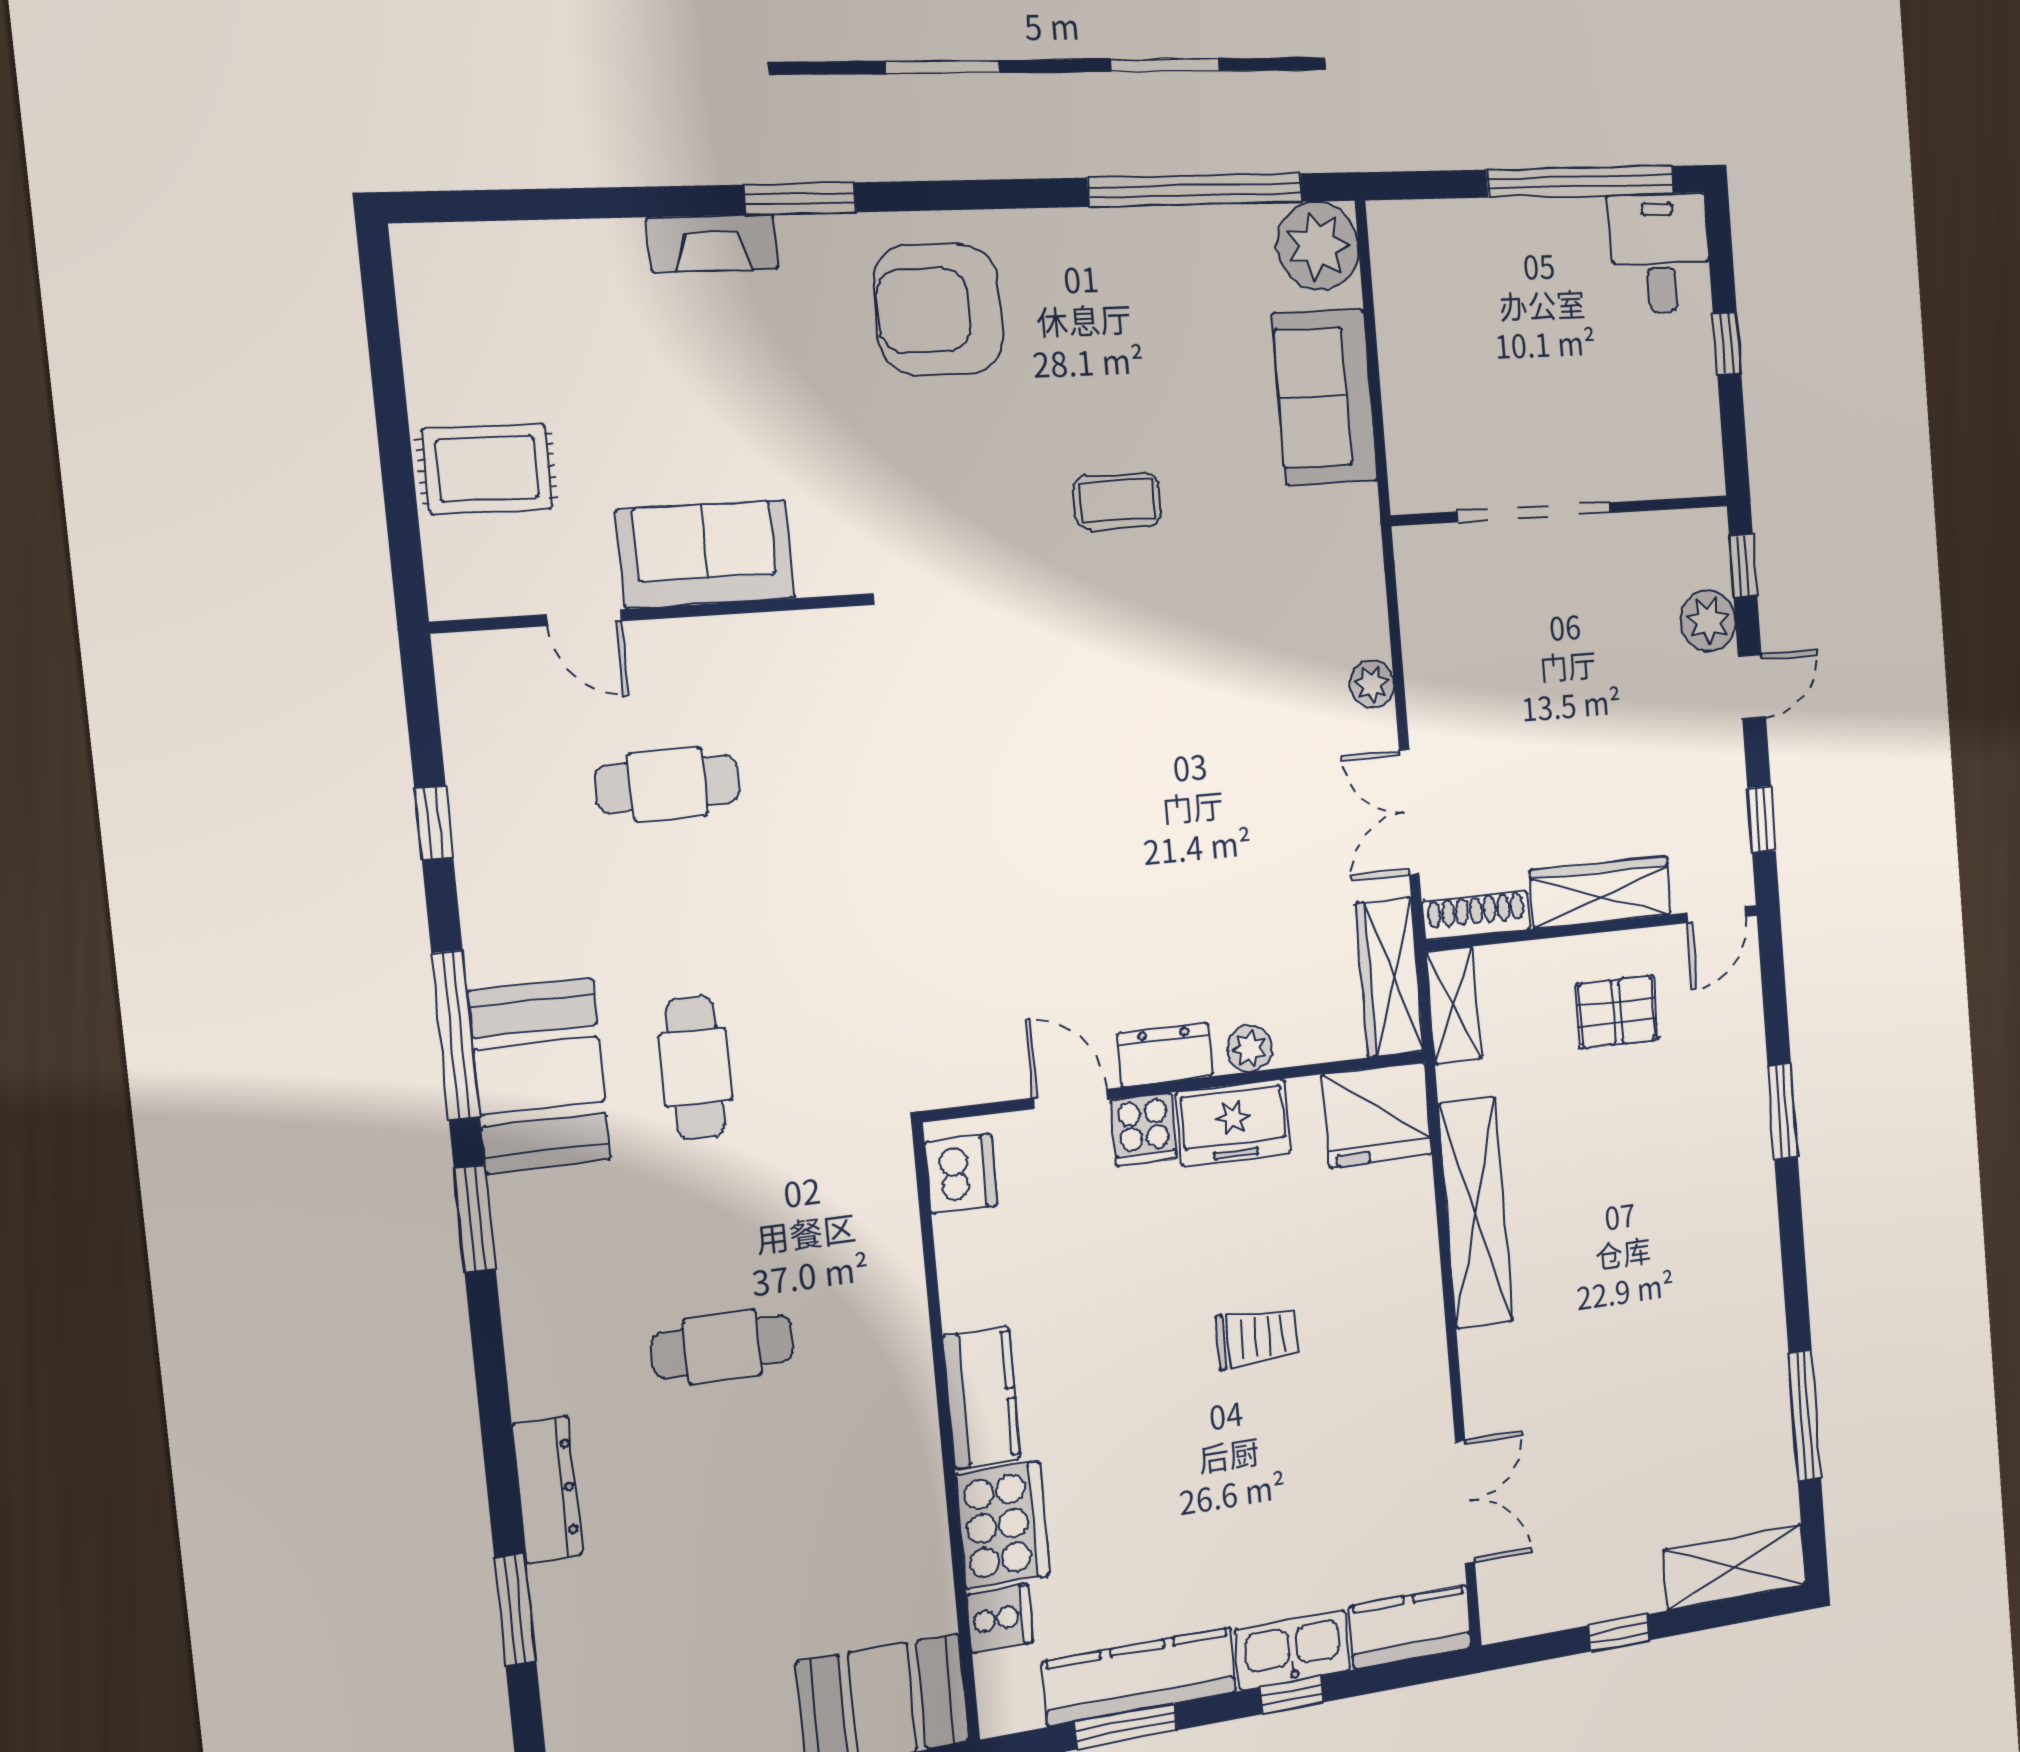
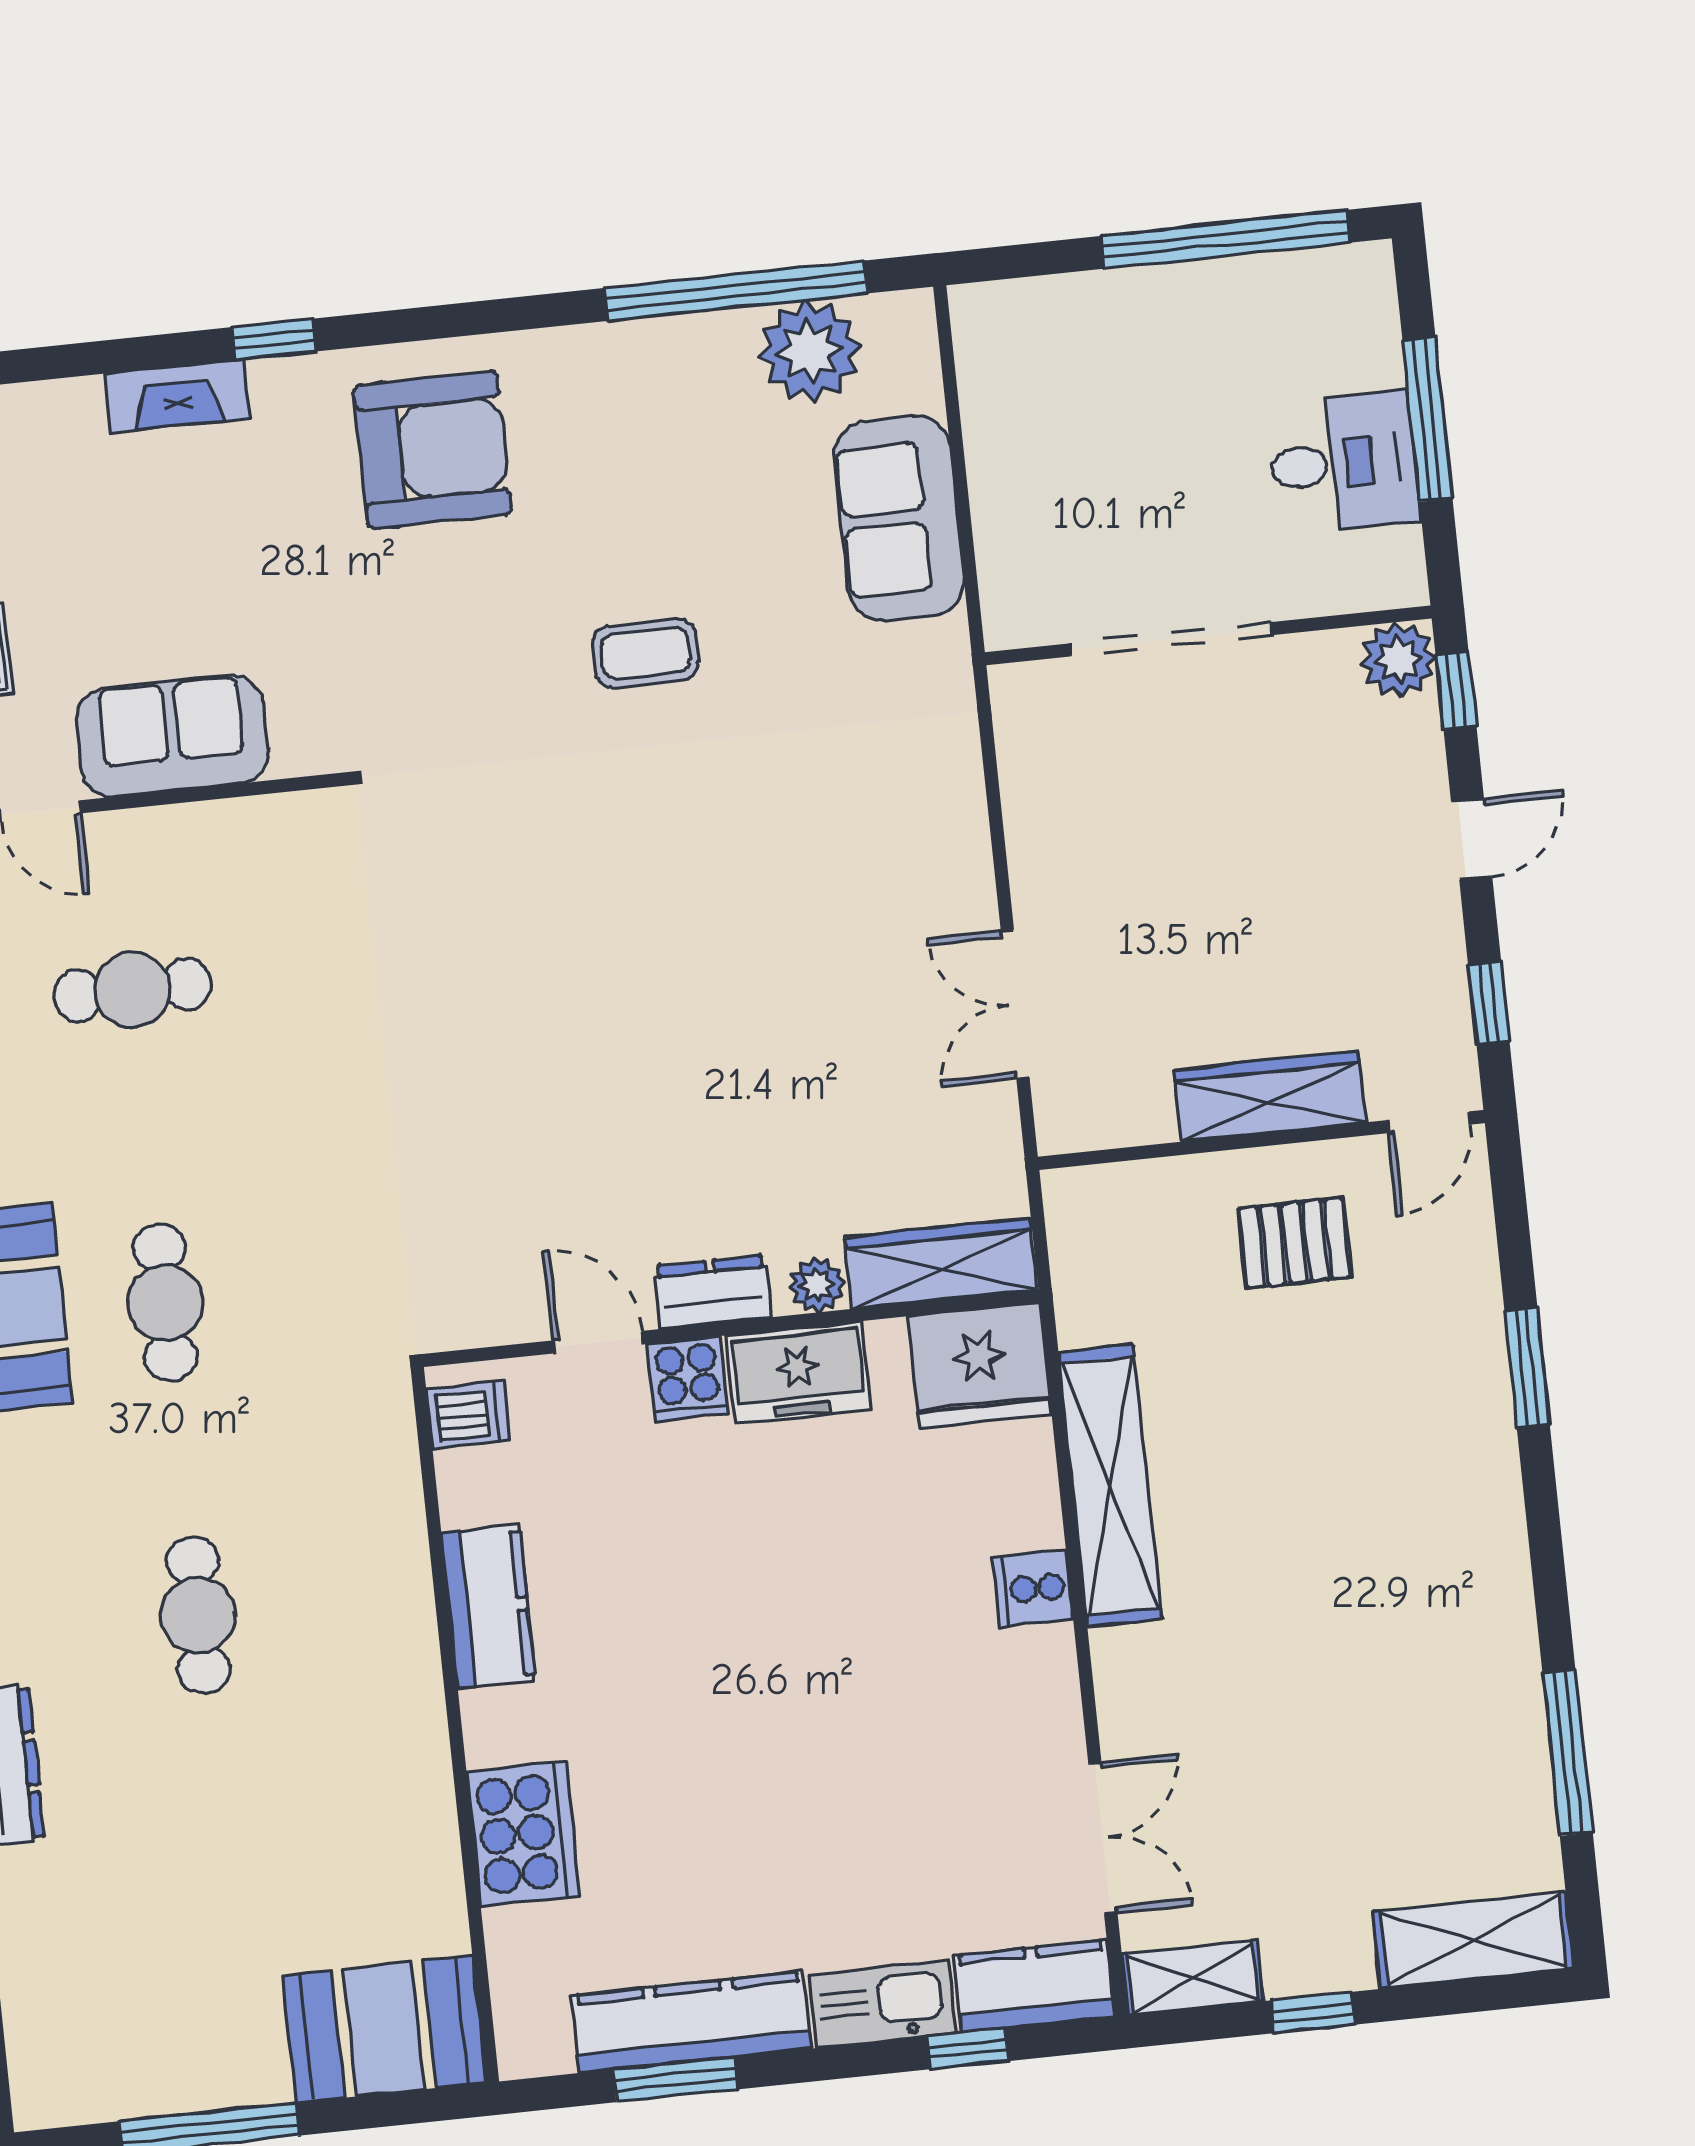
window: (800, 199) -> (274, 339), width x0.67
plant: (1318, 246) -> (810, 351), moved
desk: (1660, 253) -> (1344, 463), moved, turned 90
armchair: (939, 310) -> (433, 450), turned 180
window: (1727, 343) -> (1427, 419), width x2.17
plant: (1708, 621) -> (1398, 660), moved
plant: (1372, 684) -> (965, 853), removed
shoe rack: (1476, 915) -> (1104, 1126), removed
wardrobe: (1390, 977) -> (941, 1263), moved, turned 90
shelving: (1454, 1005) -> (1193, 1978), moved, turned 90
dishwasher: (961, 1174) -> (468, 1415), width x0.73
trolley: (1257, 1337) -> (831, 1627), removed
cafe table: (723, 1347) -> (198, 1615), turned 90
kitchen counter: (982, 1397) -> (488, 1607), moved
cooker: (1000, 1619) -> (1033, 1589), moved, turned 180
window: (1292, 1695) -> (968, 2049), moved

